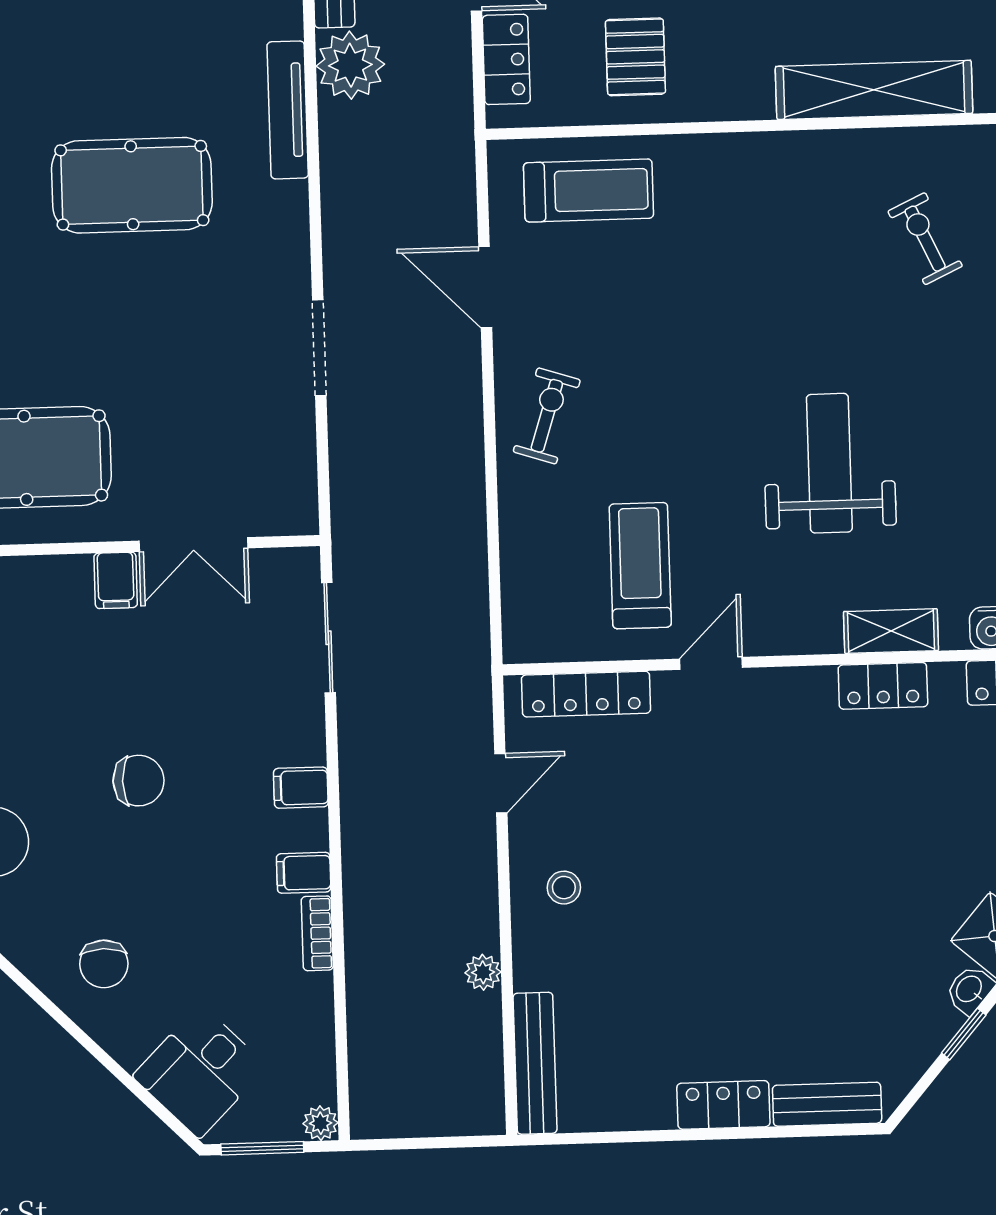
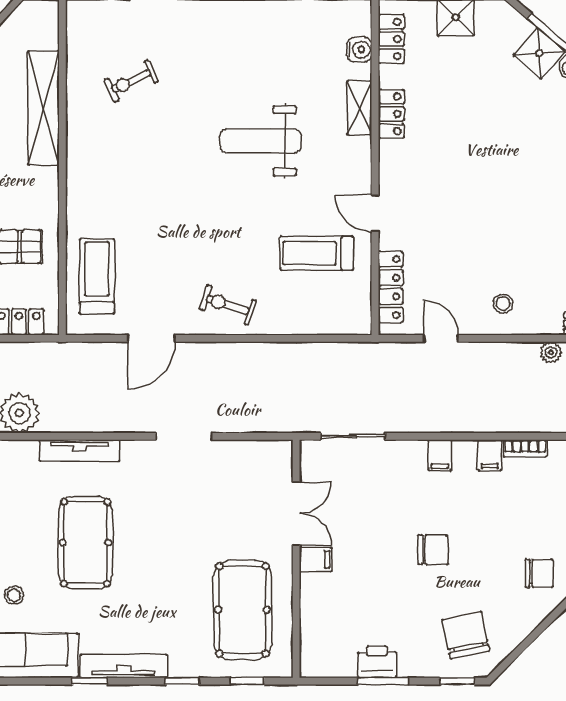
stool: (38, 66) -> (14, 595), added
tv unit: (288, 110) -> (79, 450), moved
chair: (139, 781) -> (433, 550), turned 90

